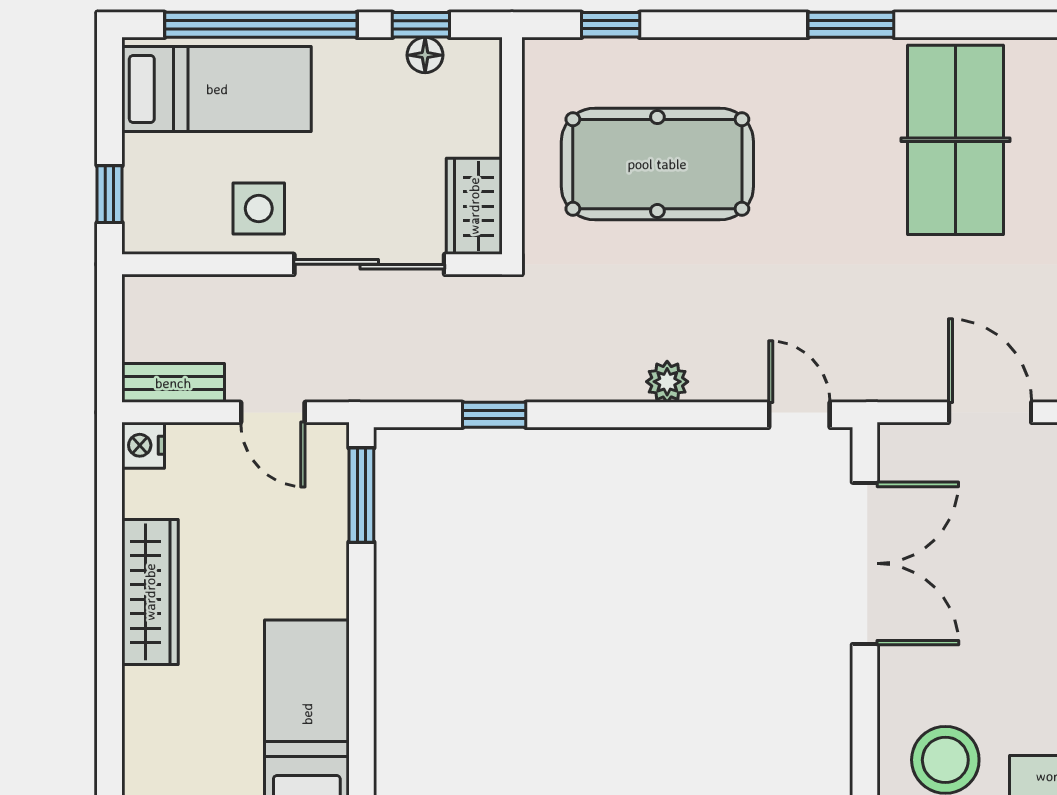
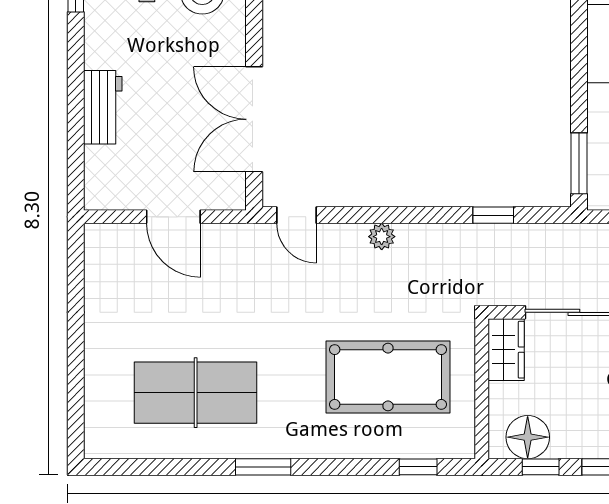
floor lamp: (425, 55) -> (528, 437), width x1.89, depth x1.89
table tennis table: (956, 140) -> (196, 393), turned 90

